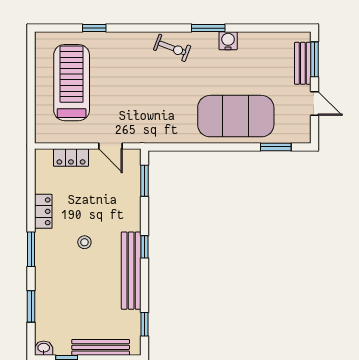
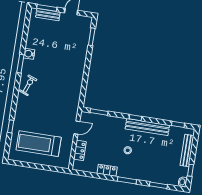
exercise mat: (236, 116) -> (71, 56), removed

